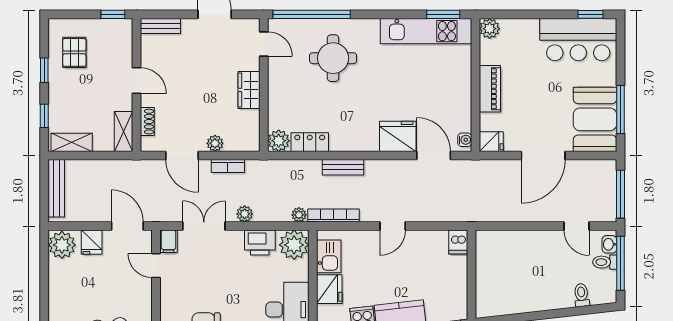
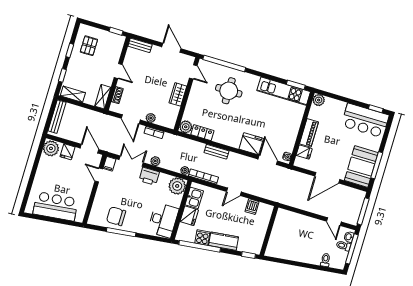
fridge: (491, 142) -> (304, 152), moved
dishwasher: (458, 242) -> (252, 207), moved
printer: (260, 243) -> (149, 176), moved

